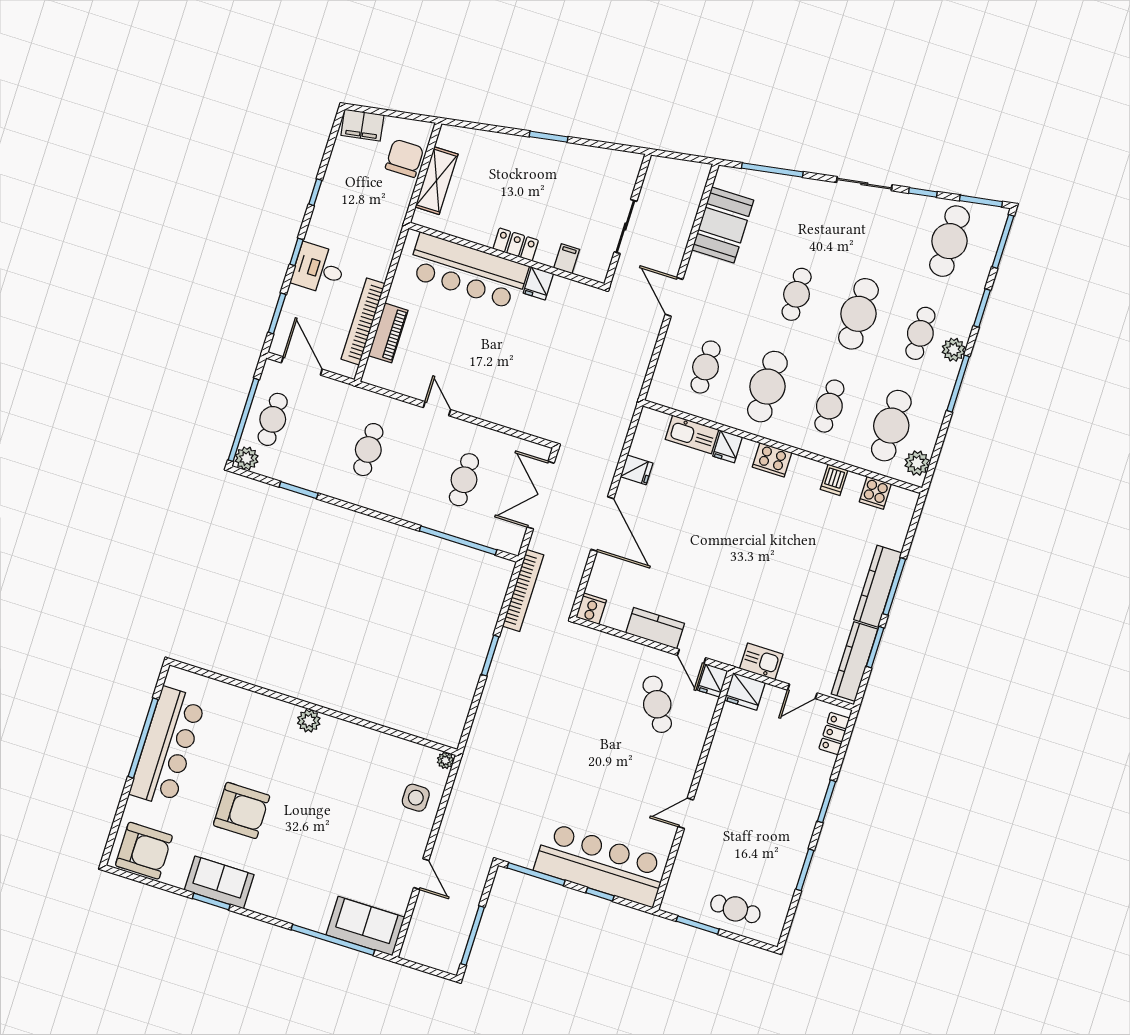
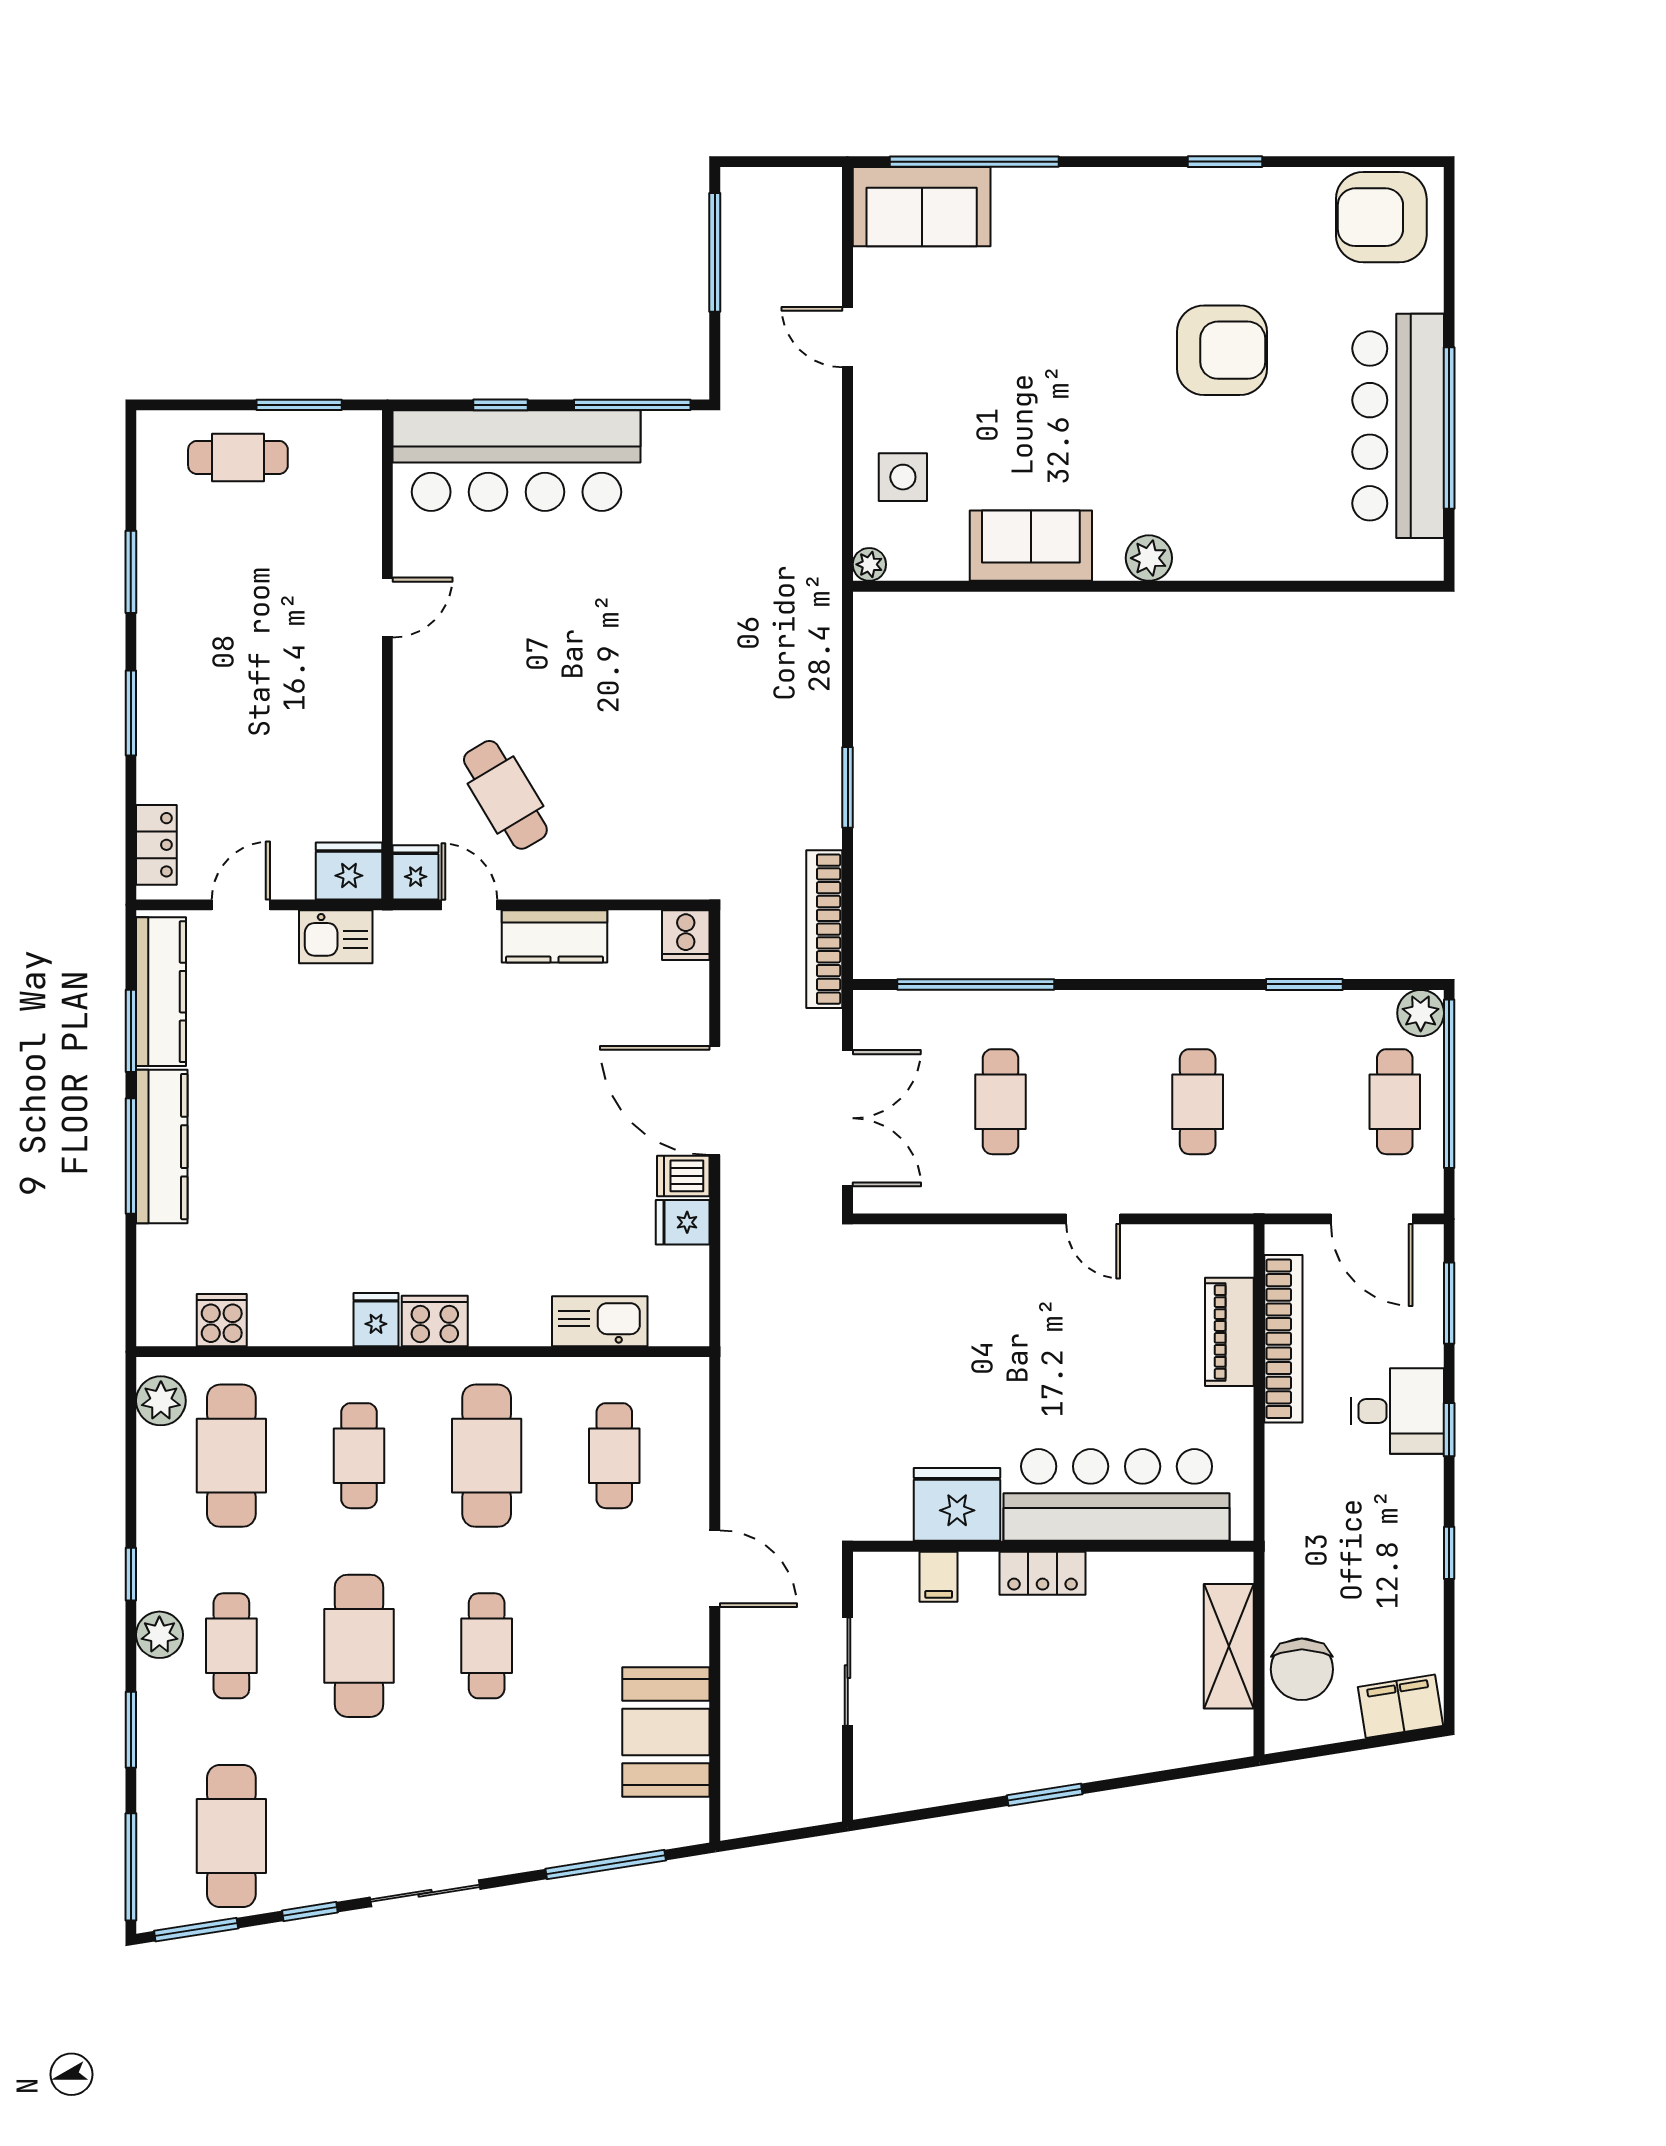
fridge: (538, 283) -> (957, 1504), width x1.88, depth x1.34
window: (958, 384) -> (131, 1574), width x0.46
fridge: (727, 447) -> (376, 1320), moved
dishwasher: (834, 480) -> (683, 1176), moved, turned -90
armchair: (242, 810) -> (1222, 350), turned 180
sofa: (219, 882) -> (1031, 546), moved, turned 180

